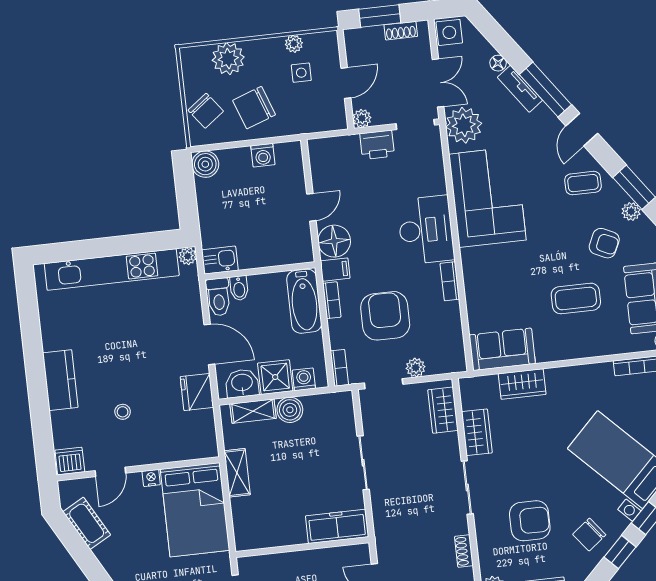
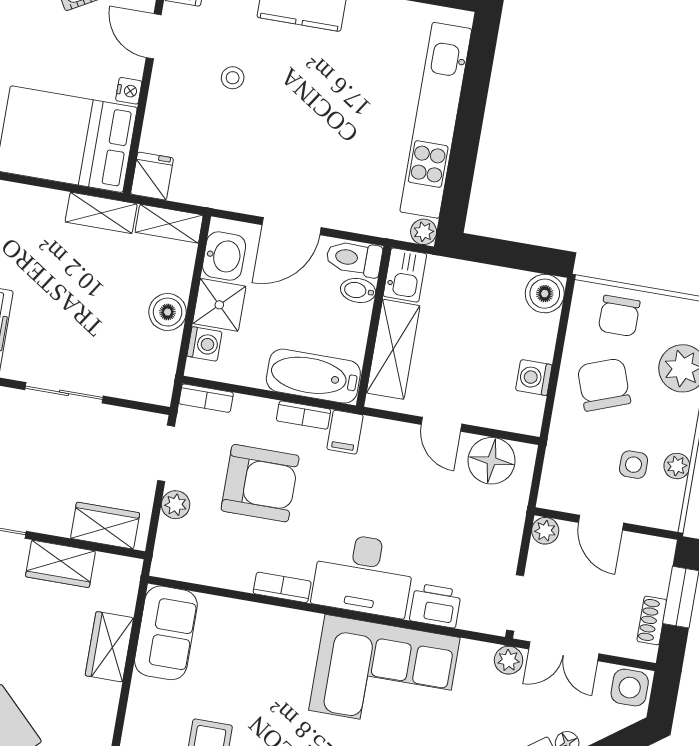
chair: (206, 111) -> (619, 316), turned -53
plant: (464, 125) -> (509, 660), width x0.53, depth x0.53
printer: (377, 145) -> (435, 606), moved, turned 90
floor lamp: (334, 241) -> (491, 461), moved
shelving: (271, 254) -> (393, 349), added
fridge: (197, 392) -> (152, 176), moved, width x0.72
shelving: (253, 411) -> (169, 224), moved, turned 90

